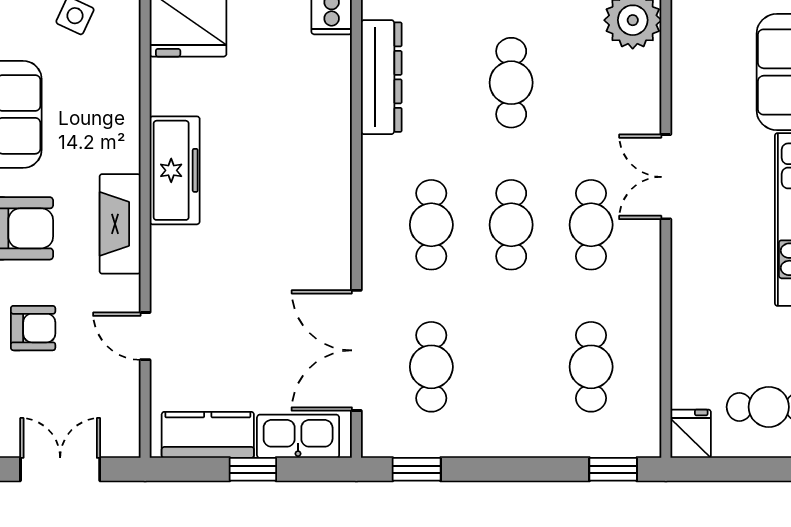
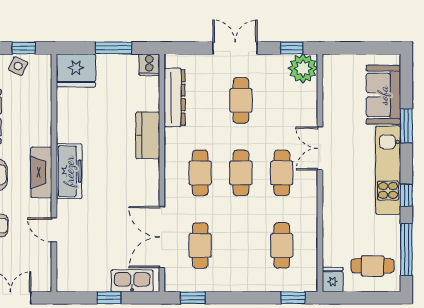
freezer: (175, 170) -> (69, 171), moved
kitchen counter: (208, 435) -> (148, 135), moved, turned -90

